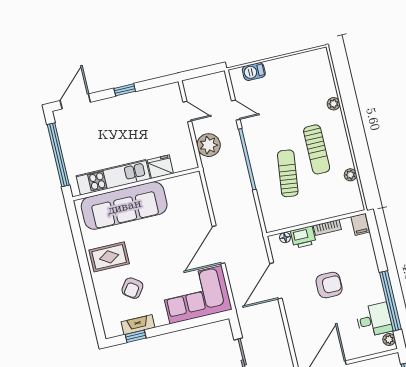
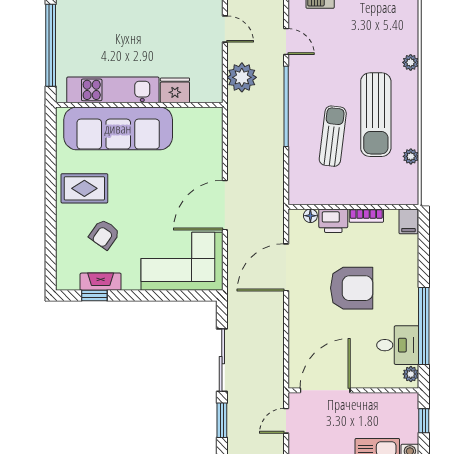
sun lounger: (317, 149) -> (376, 115), width x1.36, depth x1.34
armchair: (329, 285) -> (352, 288), width x1.36, depth x1.36

